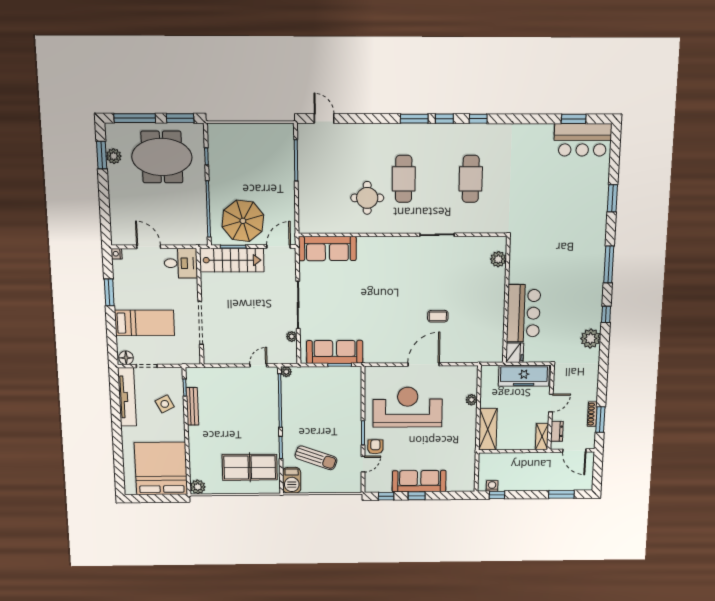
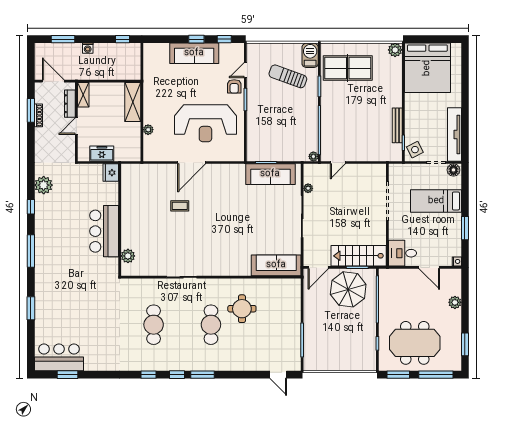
plant: (114, 156) -> (455, 302), moved
bar counter: (523, 313) -> (104, 231), moved
freezer: (524, 376) -> (102, 154), width x0.52, depth x0.79
side table: (165, 404) -> (415, 150), moved
dresser: (557, 431) -> (70, 104), width x1.44
washing machine: (492, 486) -> (88, 48), moved

